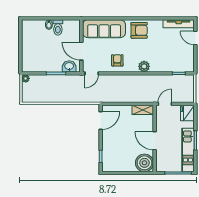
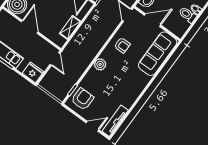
armchair: (139, 30) -> (83, 99), moved, turned 180
shelving: (143, 110) -> (70, 27), moved
door: (155, 141) -> (30, 27), hinge flipped

